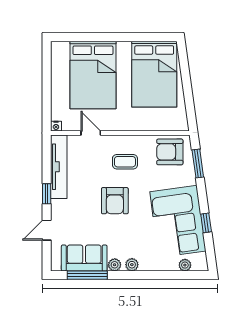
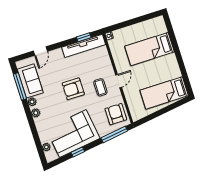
bed: (154, 74) -> (164, 93), width x0.67
bed: (93, 75) -> (149, 49), width x0.67
door: (91, 133) -> (119, 81), moved
window: (198, 163) -> (114, 134), width x1.44
window: (47, 194) -> (84, 37), moved
door: (47, 230) -> (40, 51), swing flipped

